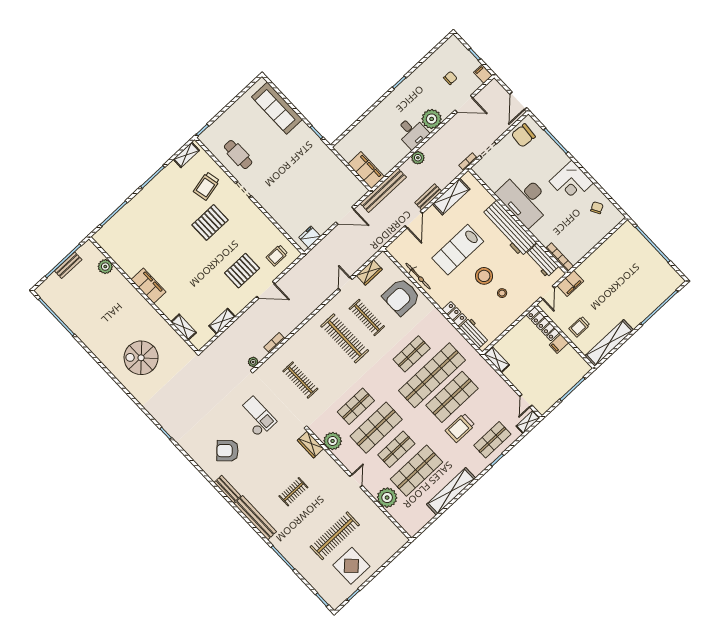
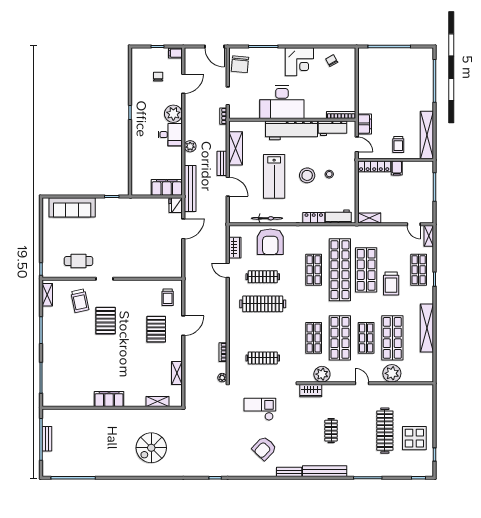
fridge: (310, 237) -> (176, 205), moved
plant: (105, 267) -> (70, 415), removed

